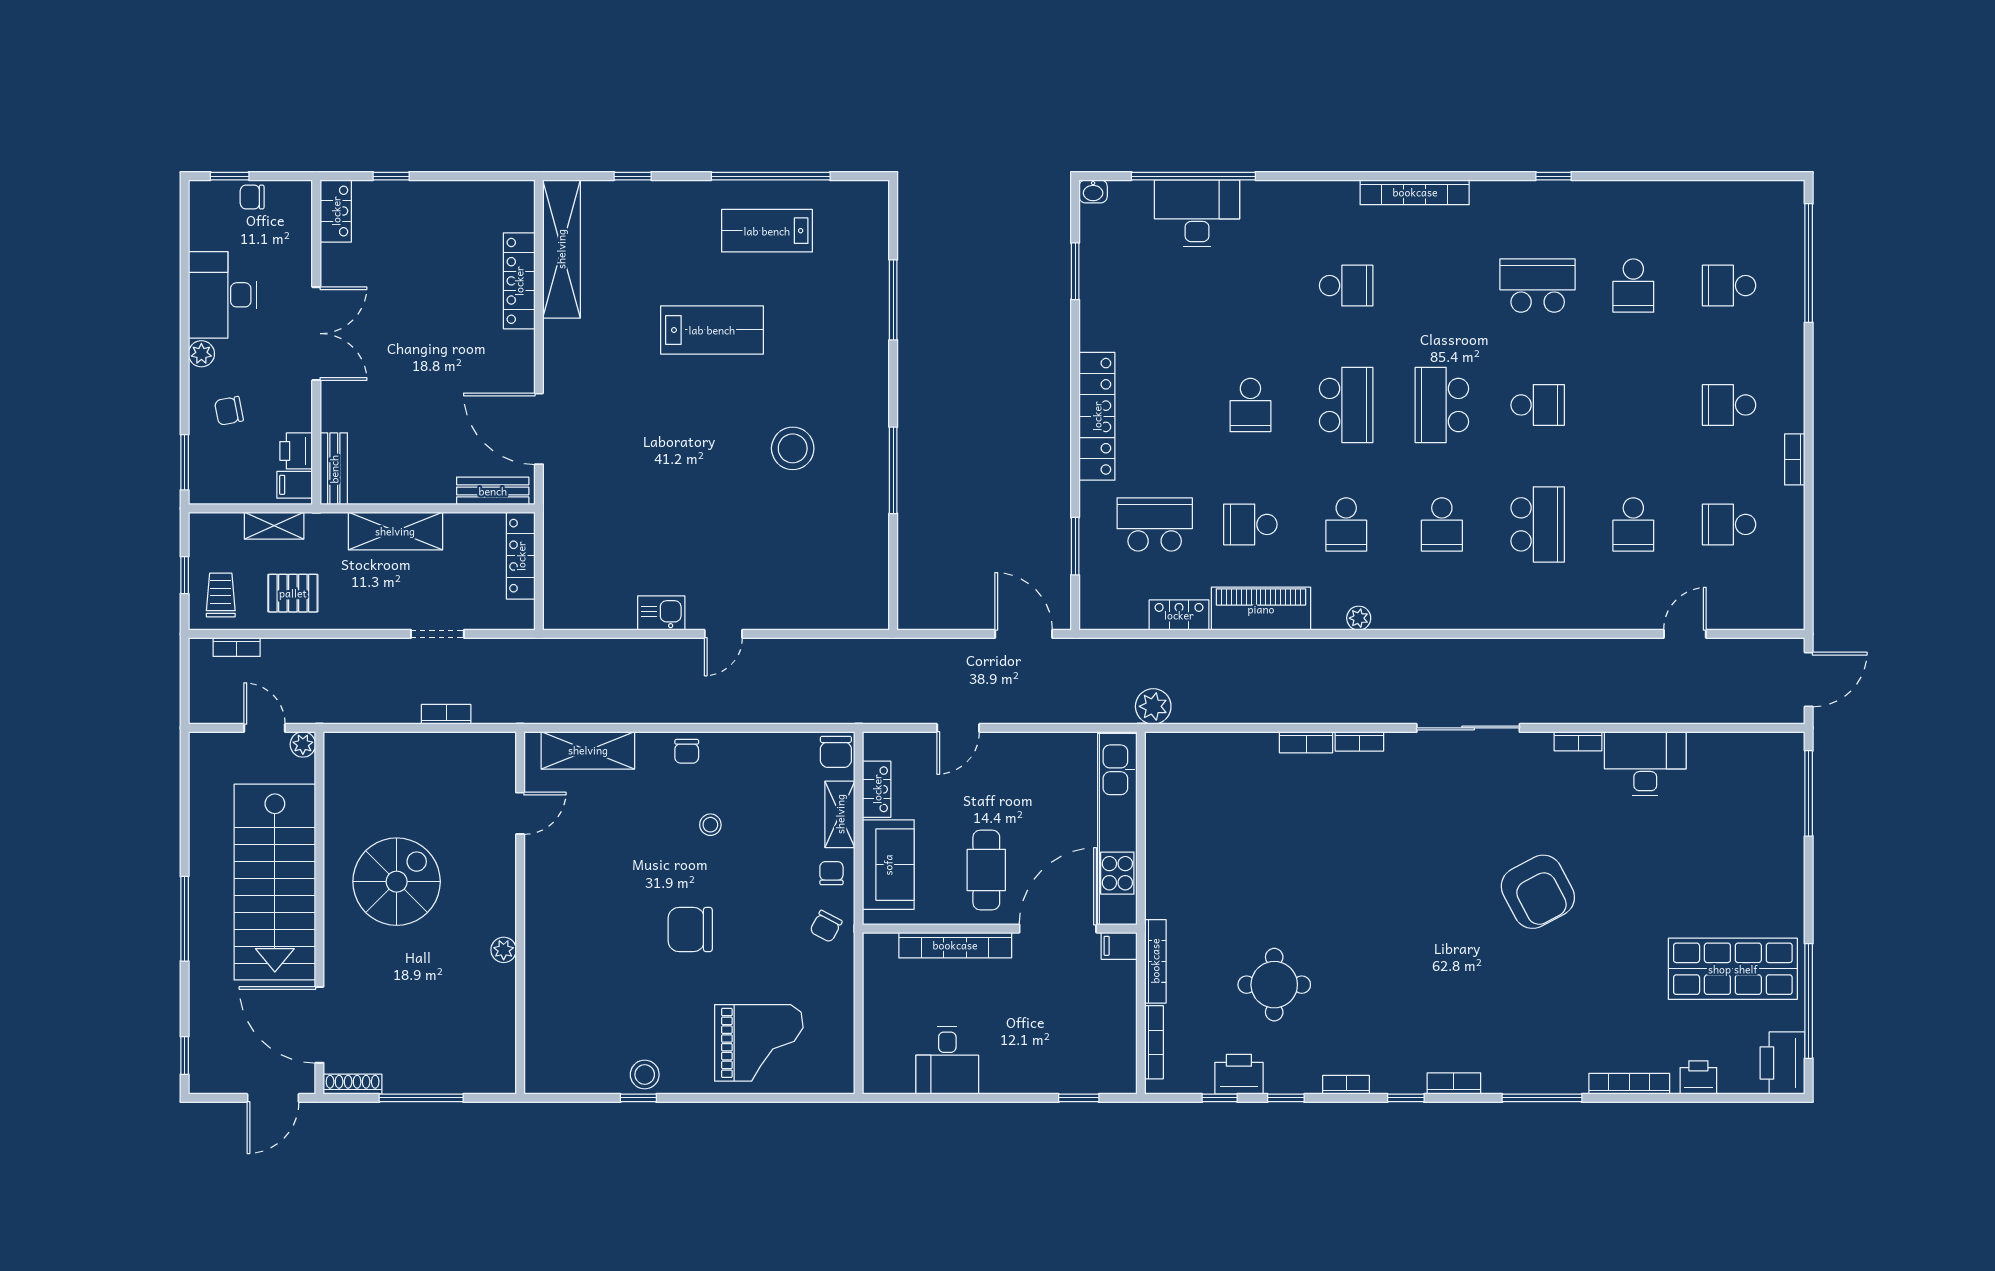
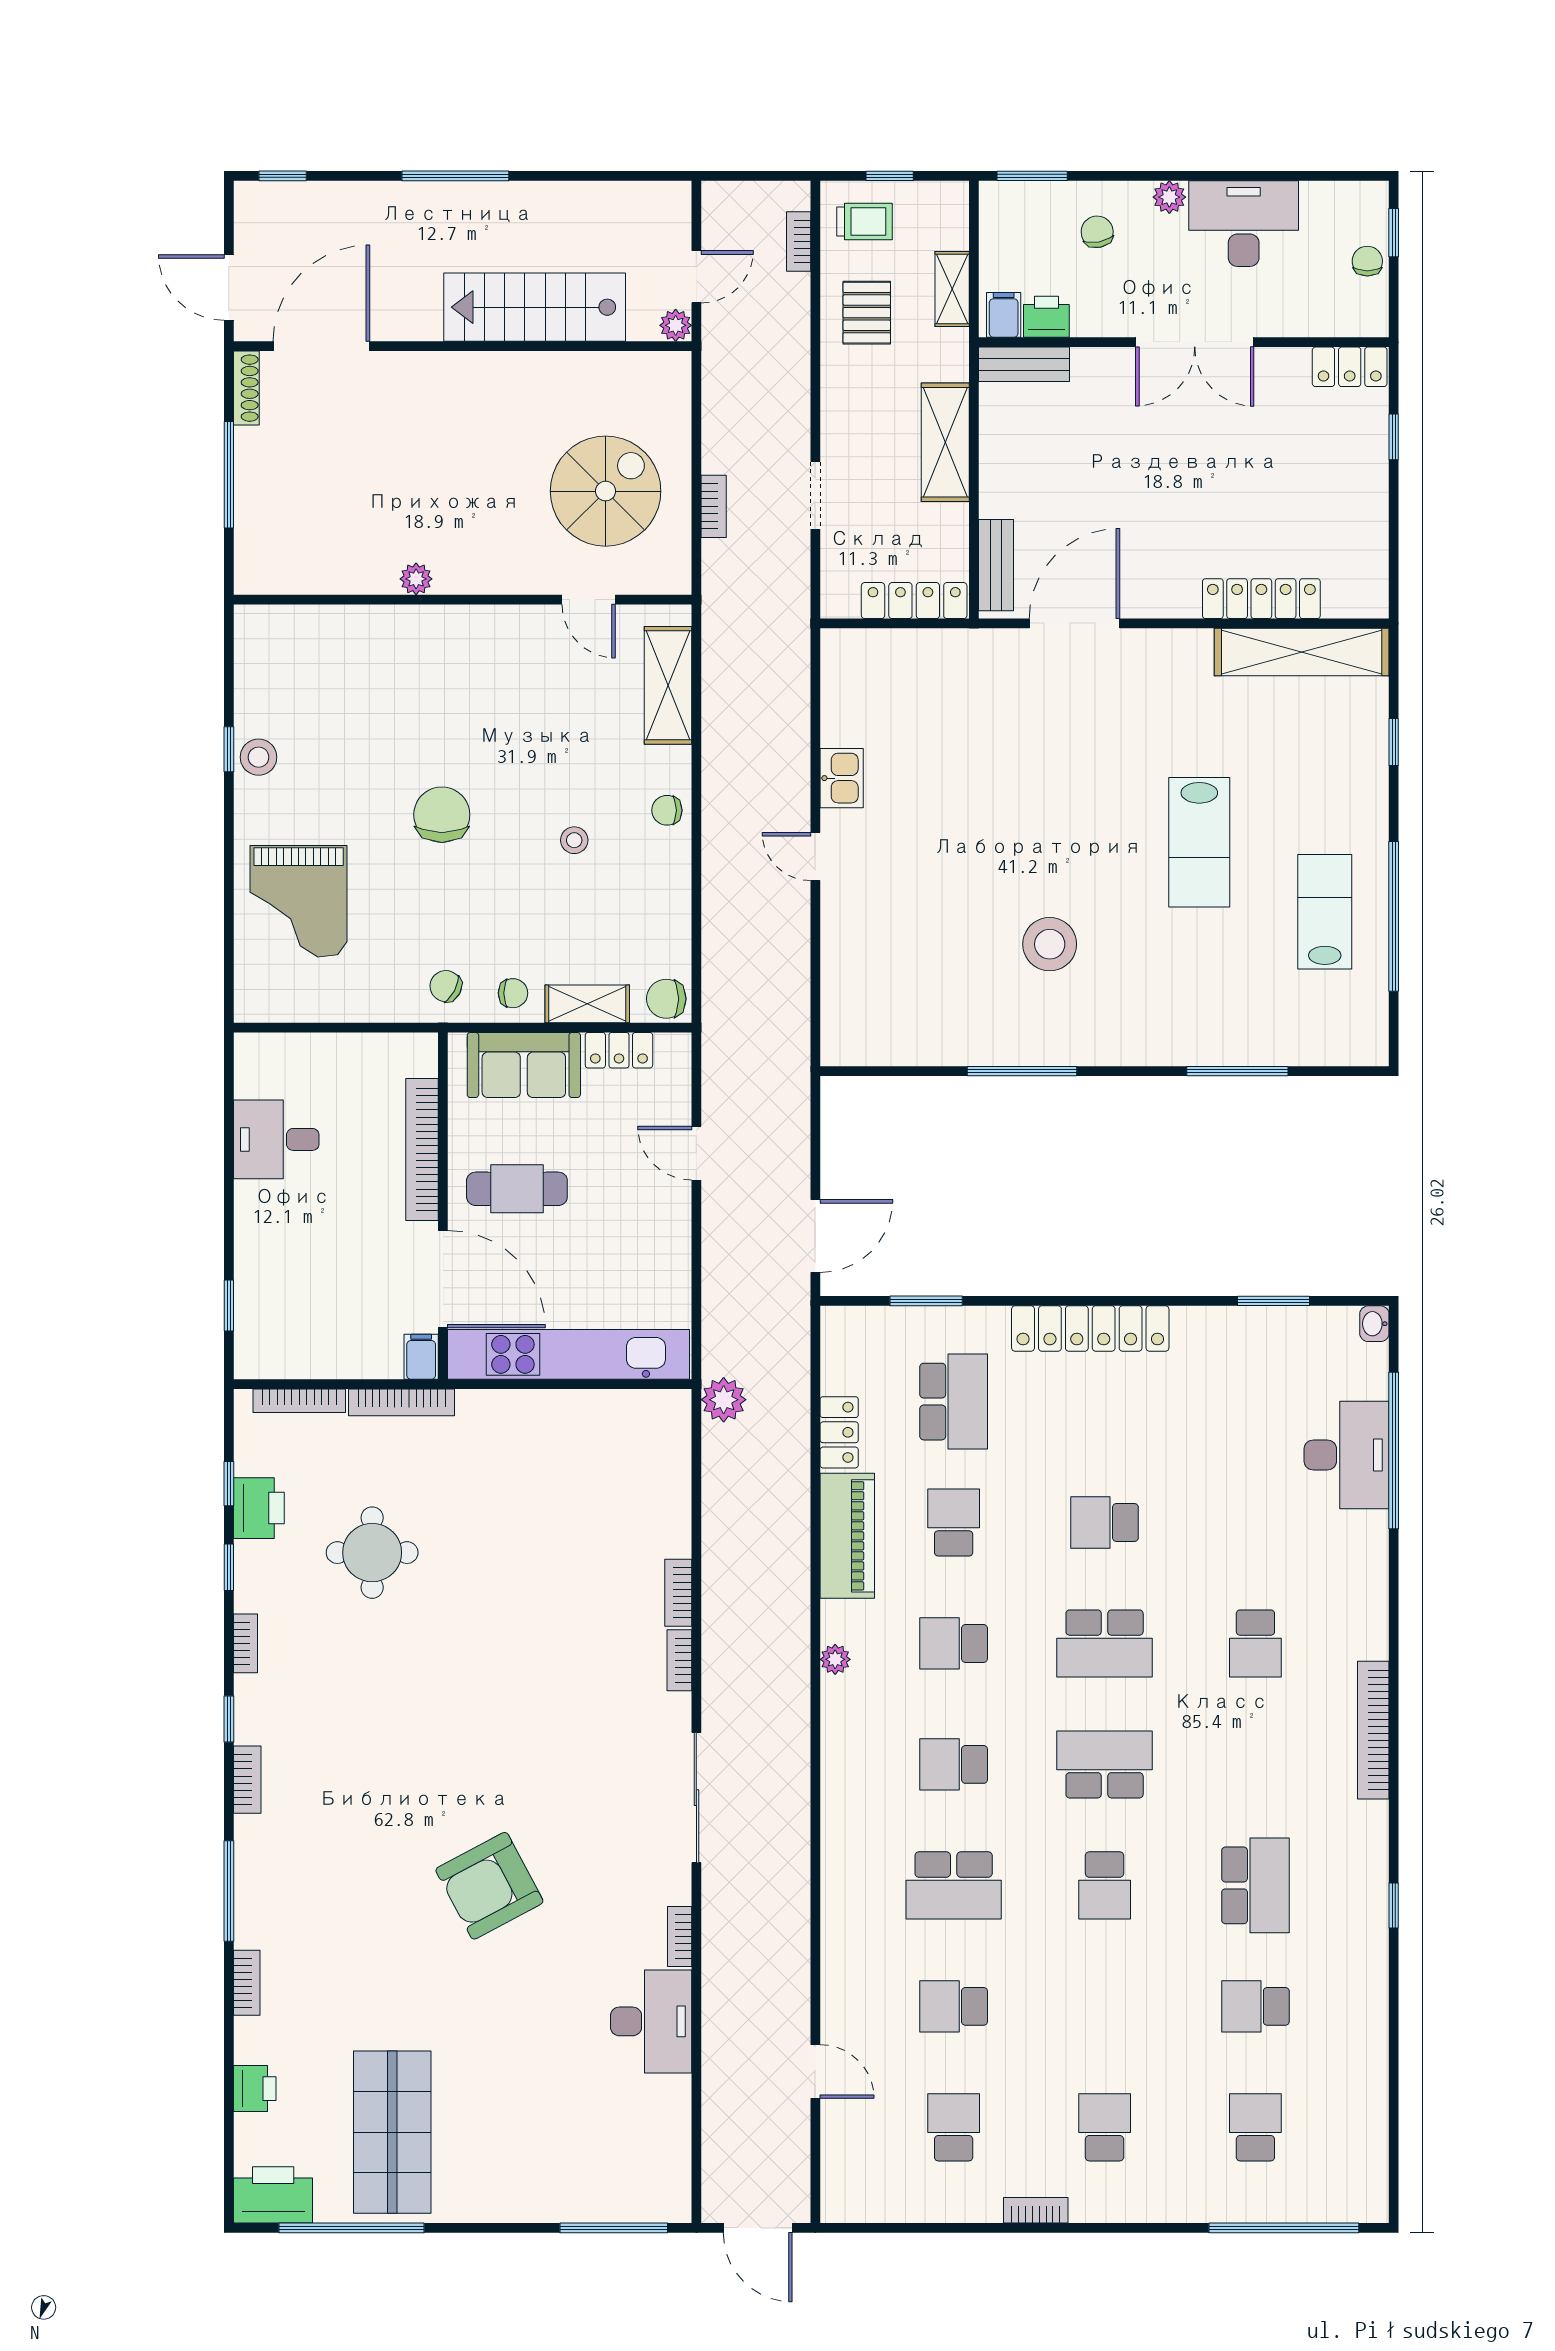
stairs: (275, 882) -> (535, 307), width x0.73, depth x0.66
spiral stairs: (397, 882) -> (606, 491), moved, turned -90
bookcase: (1629, 1084) -> (247, 1983), width x0.64

